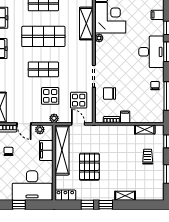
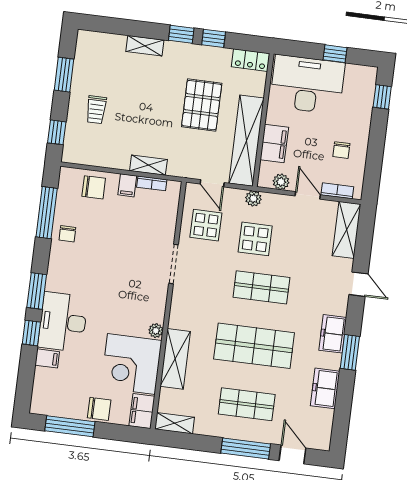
desk: (151, 52) -> (63, 322), moved
chair: (110, 93) -> (94, 187), moved
shelving: (145, 130) -> (148, 165), moved

